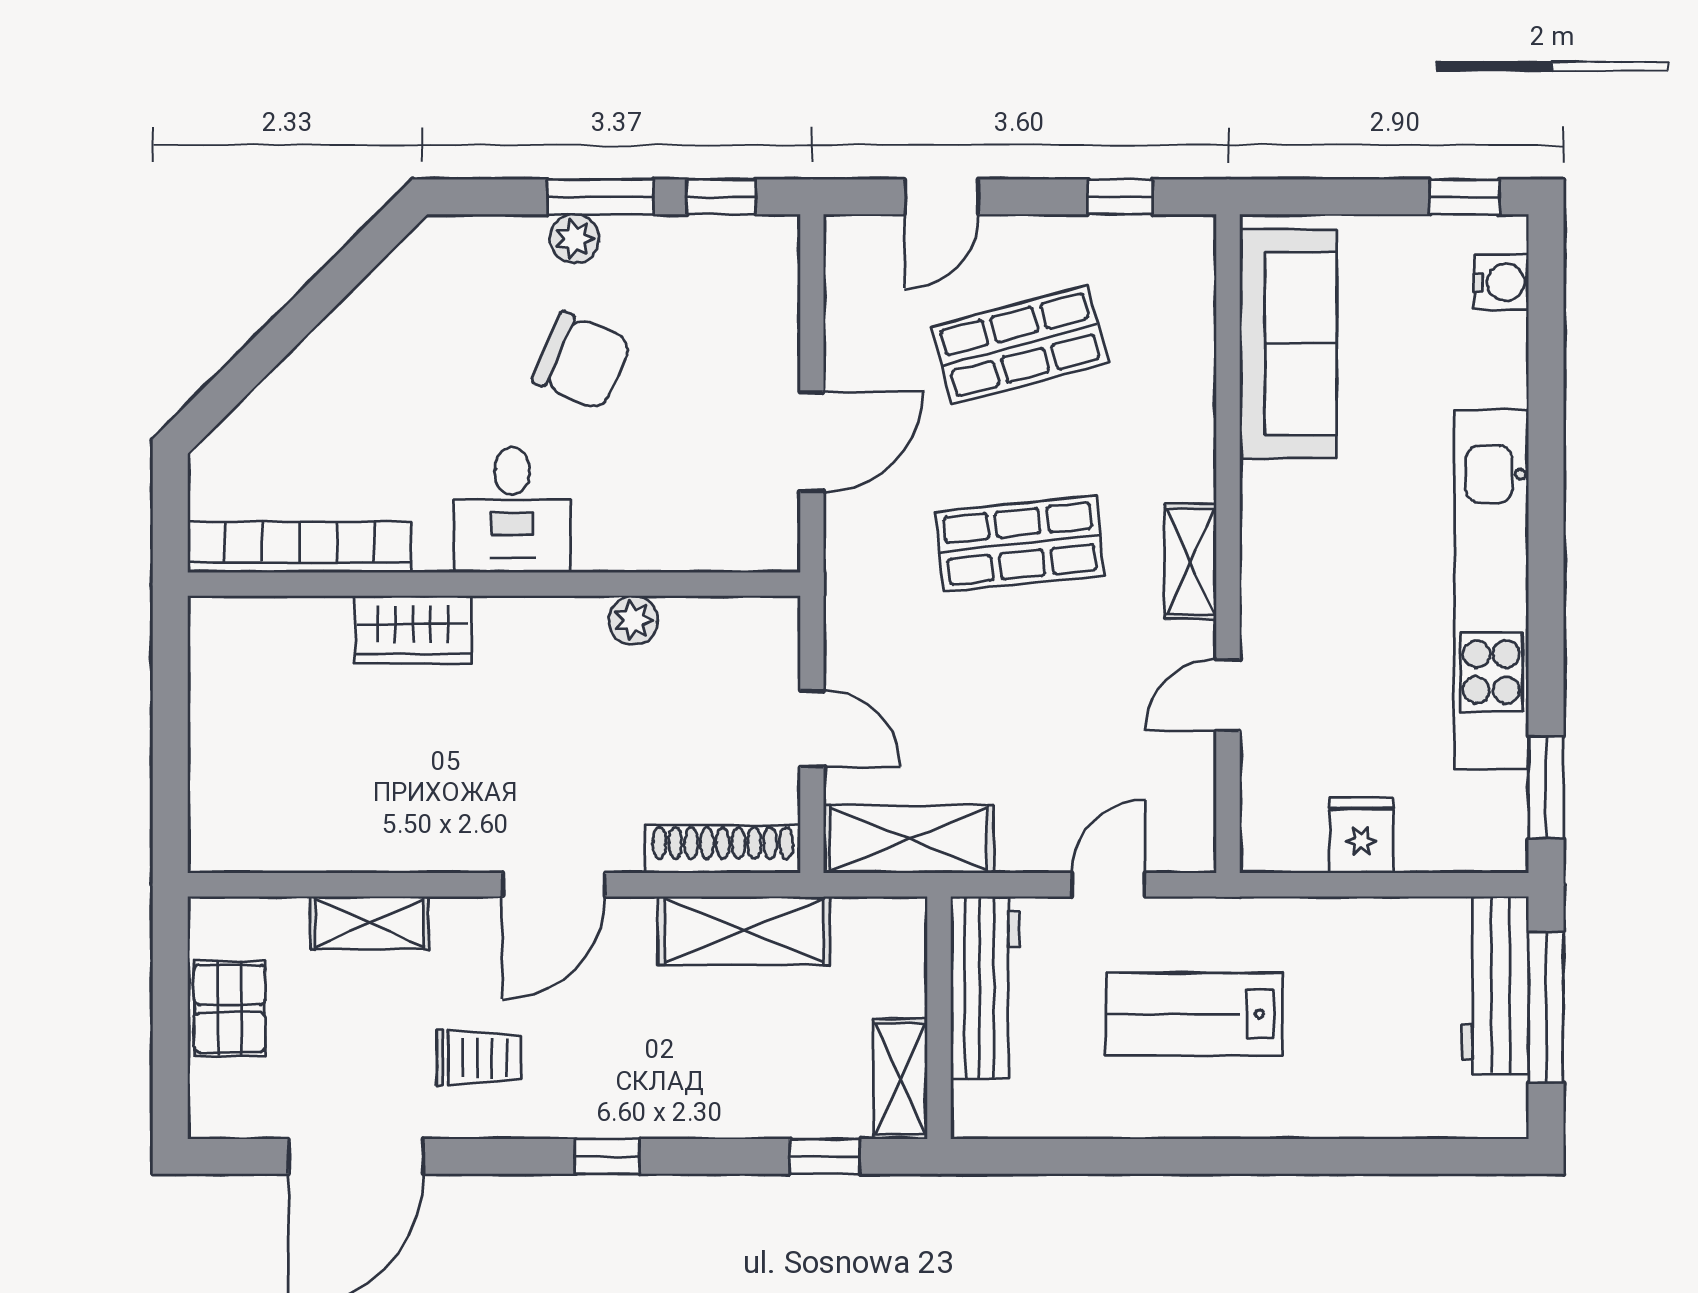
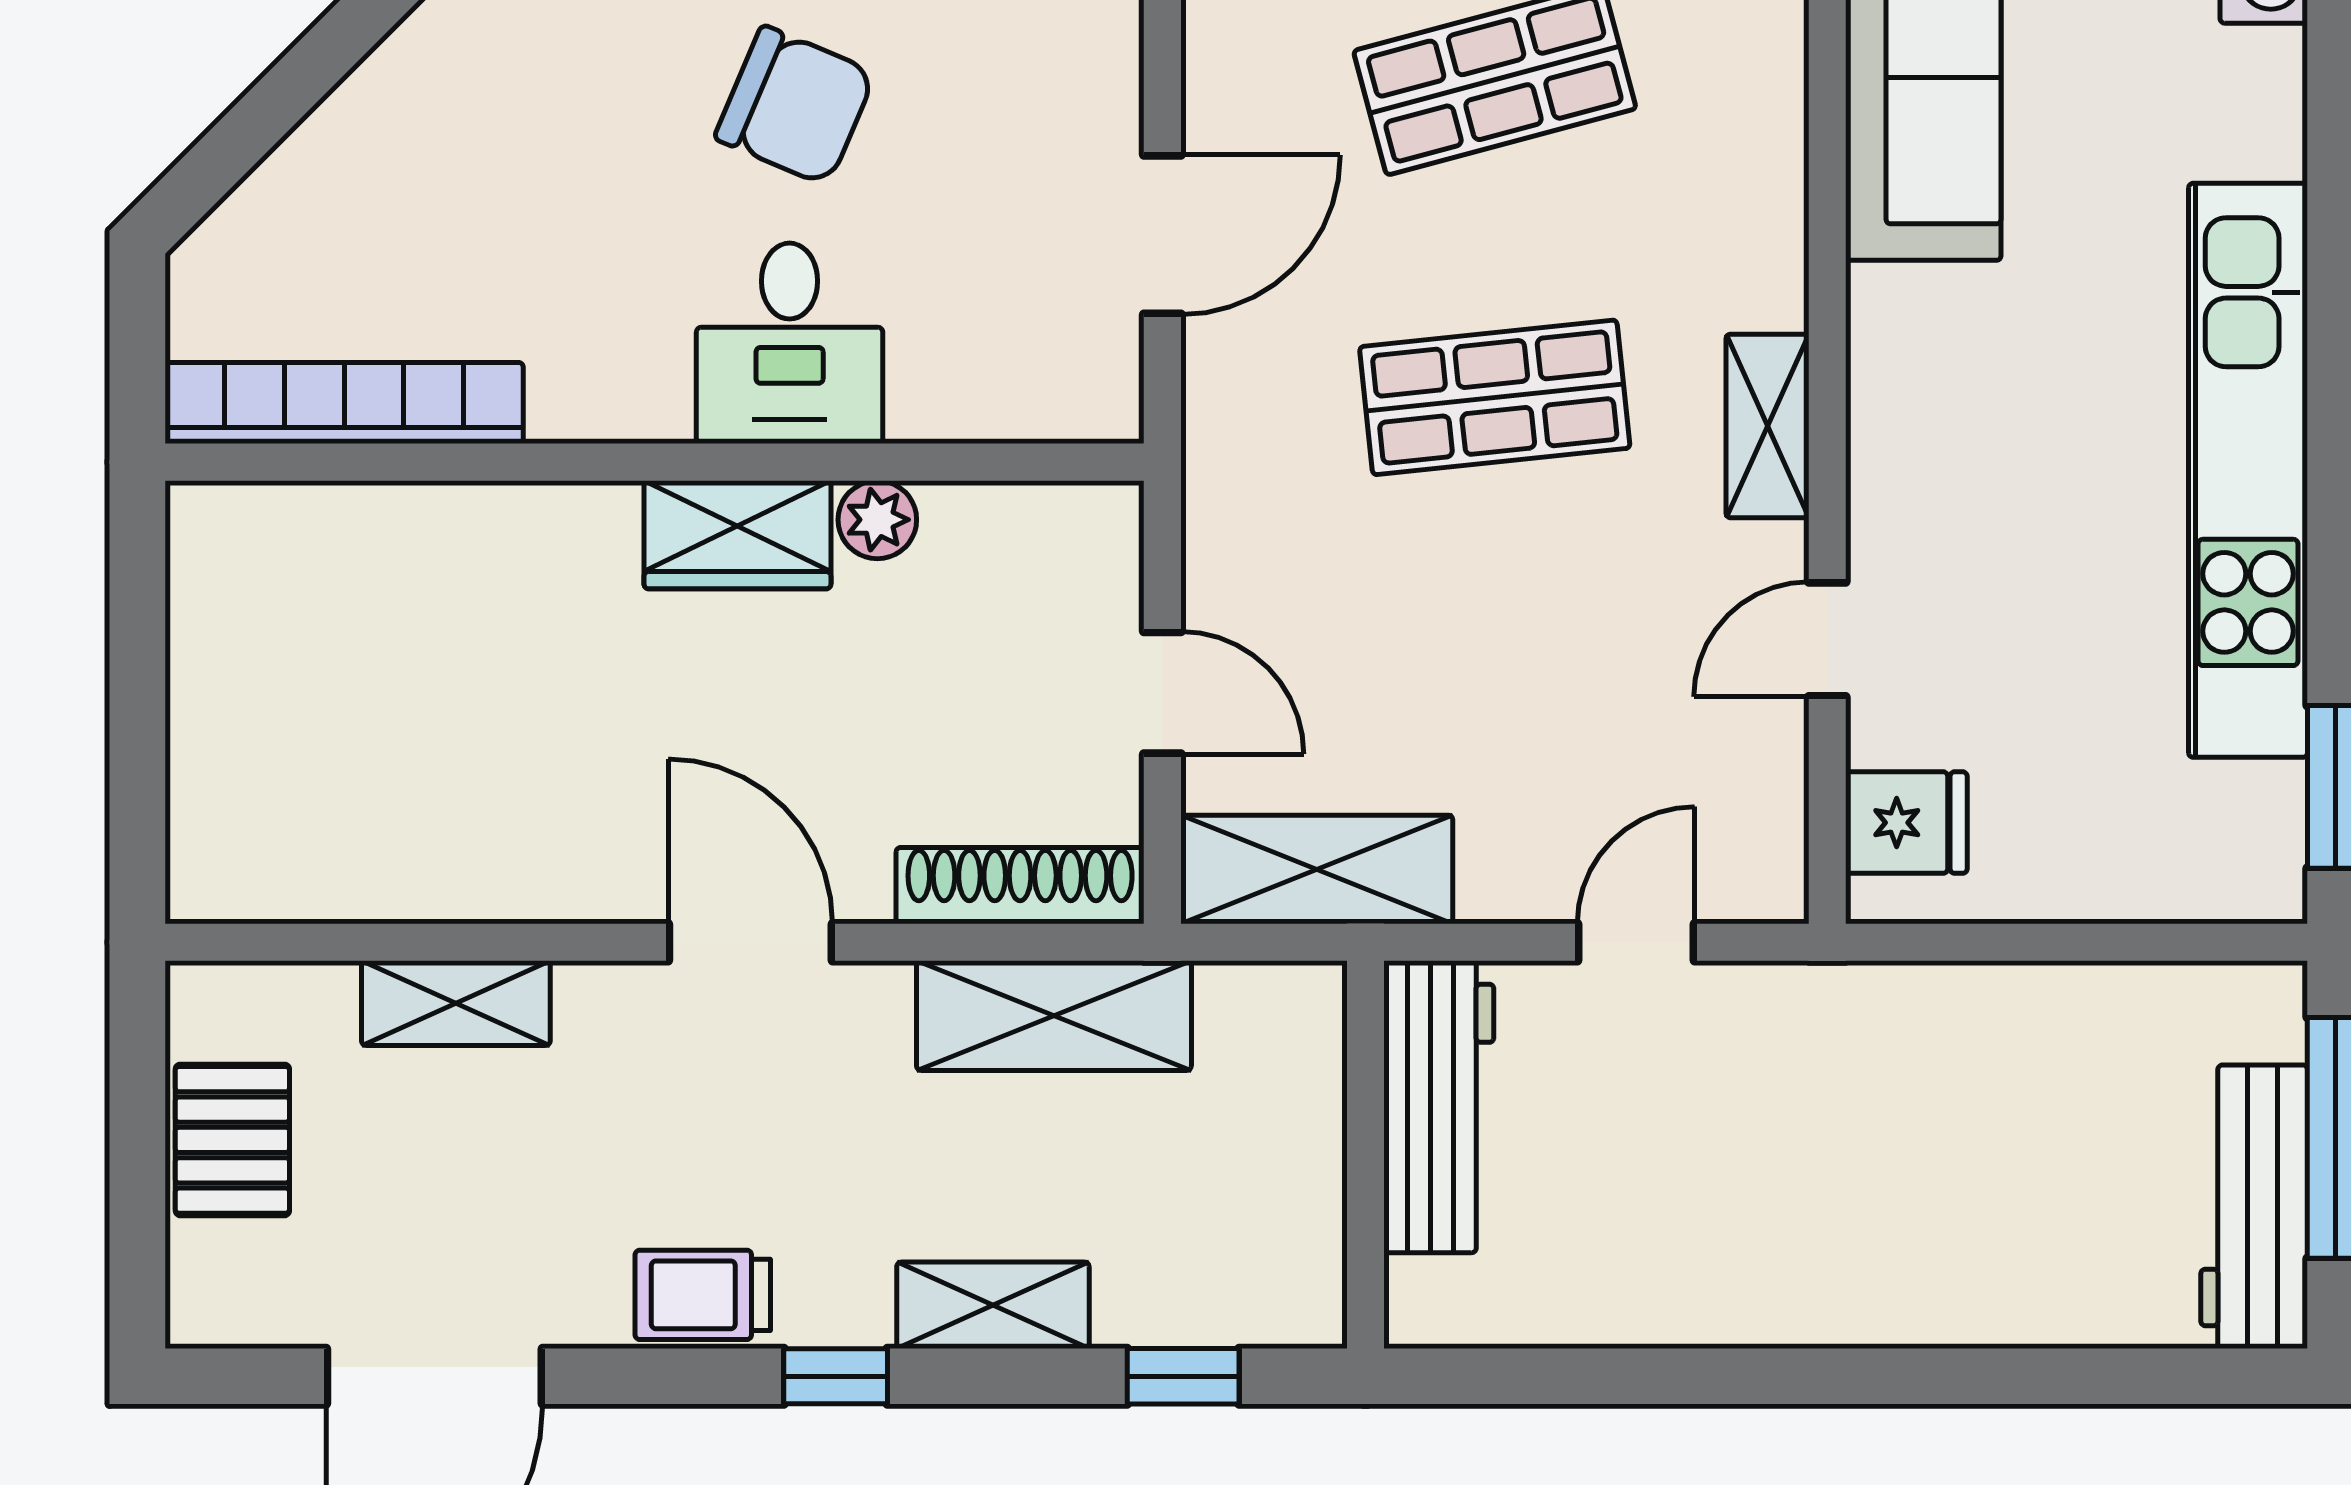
desk: (512, 510) -> (790, 343), moved
wardrobe: (413, 630) -> (737, 535), moved
fridge: (1361, 835) -> (1906, 823), moved, turned 90
door: (554, 885) -> (750, 942), swing flipped
workbench: (1495, 985) -> (2254, 1207), moved
lab bench: (1194, 1014) -> (1773, 1149), removed
trolley: (479, 1058) -> (703, 1295), moved, turned 180
shelving: (900, 1079) -> (993, 1305), moved, turned 90

